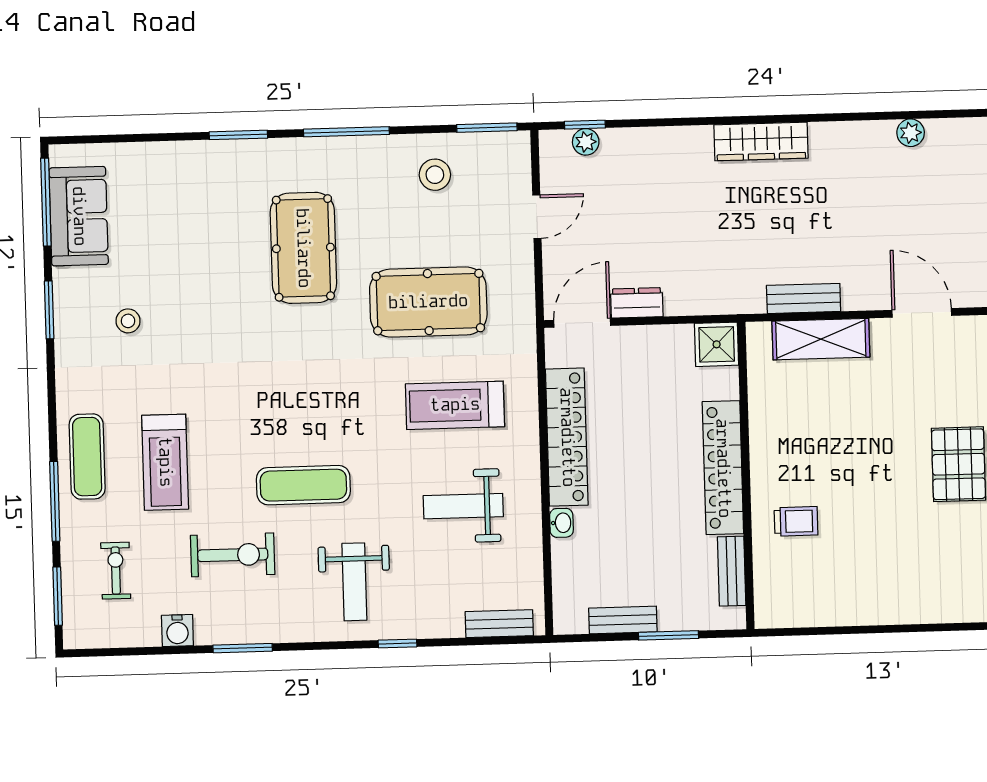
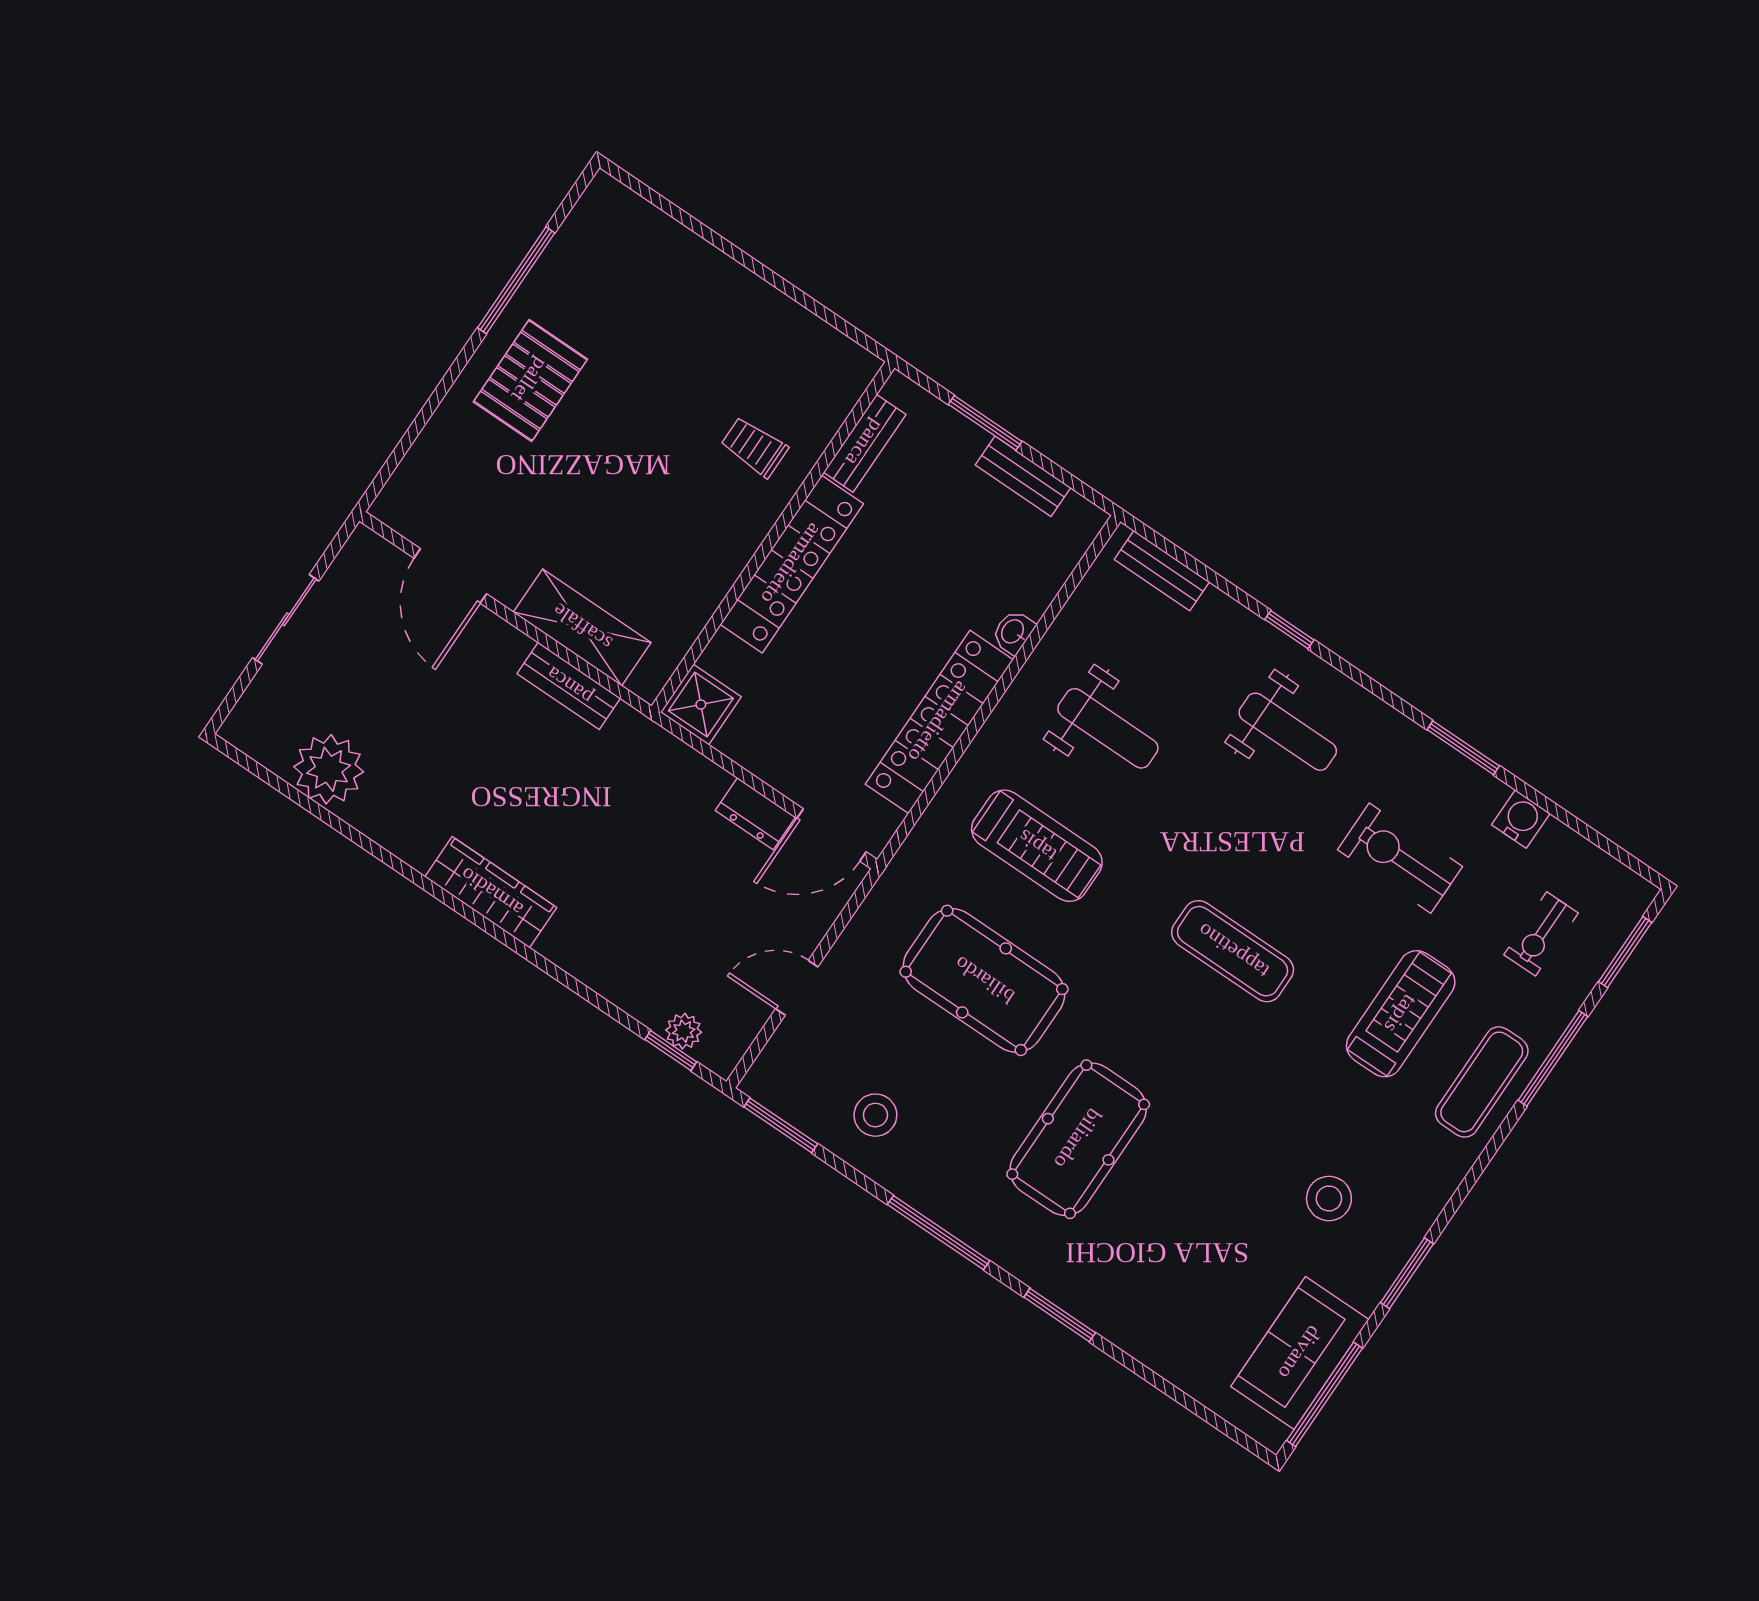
plant: (911, 133) -> (329, 769), width x1.88, depth x1.88
stool: (128, 321) -> (1329, 1198), width x1.37, depth x1.37
exercise mat: (303, 485) -> (1233, 951), moved
weight bench: (354, 582) -> (1288, 732), turned 90

